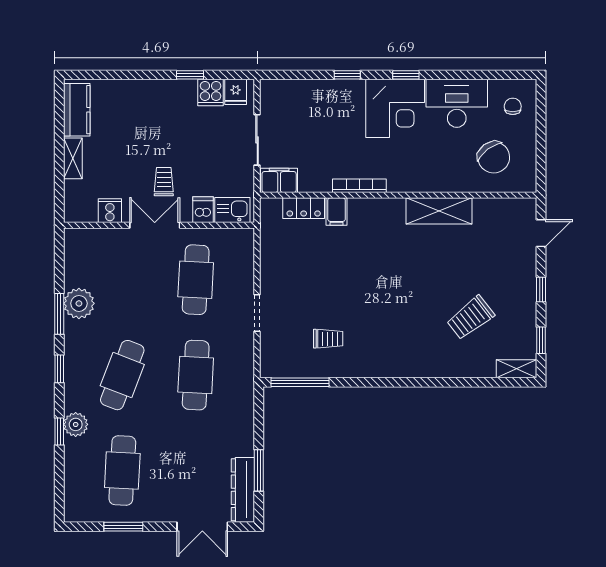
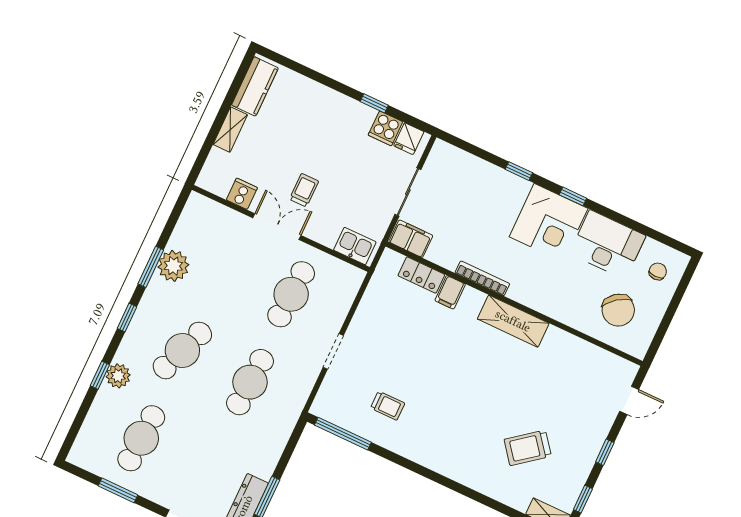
dishwasher: (203, 210) -> (328, 233), removed
shelving: (439, 211) -> (513, 321), moved

